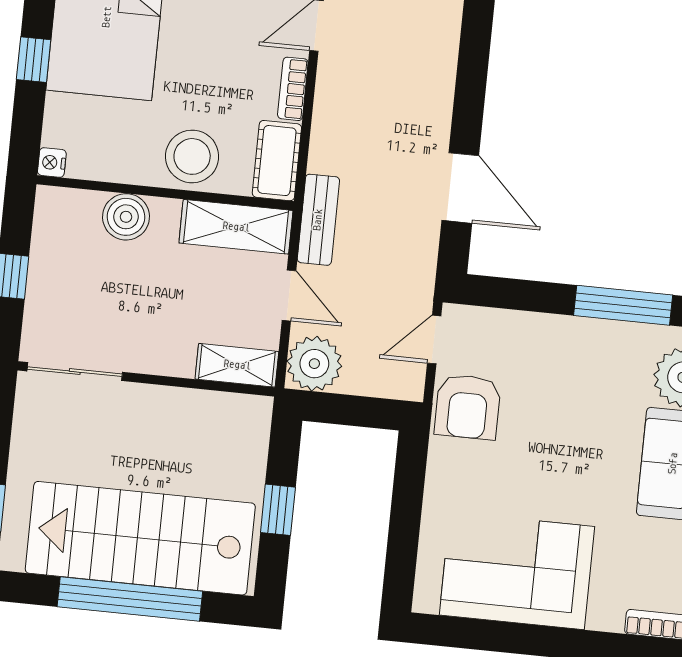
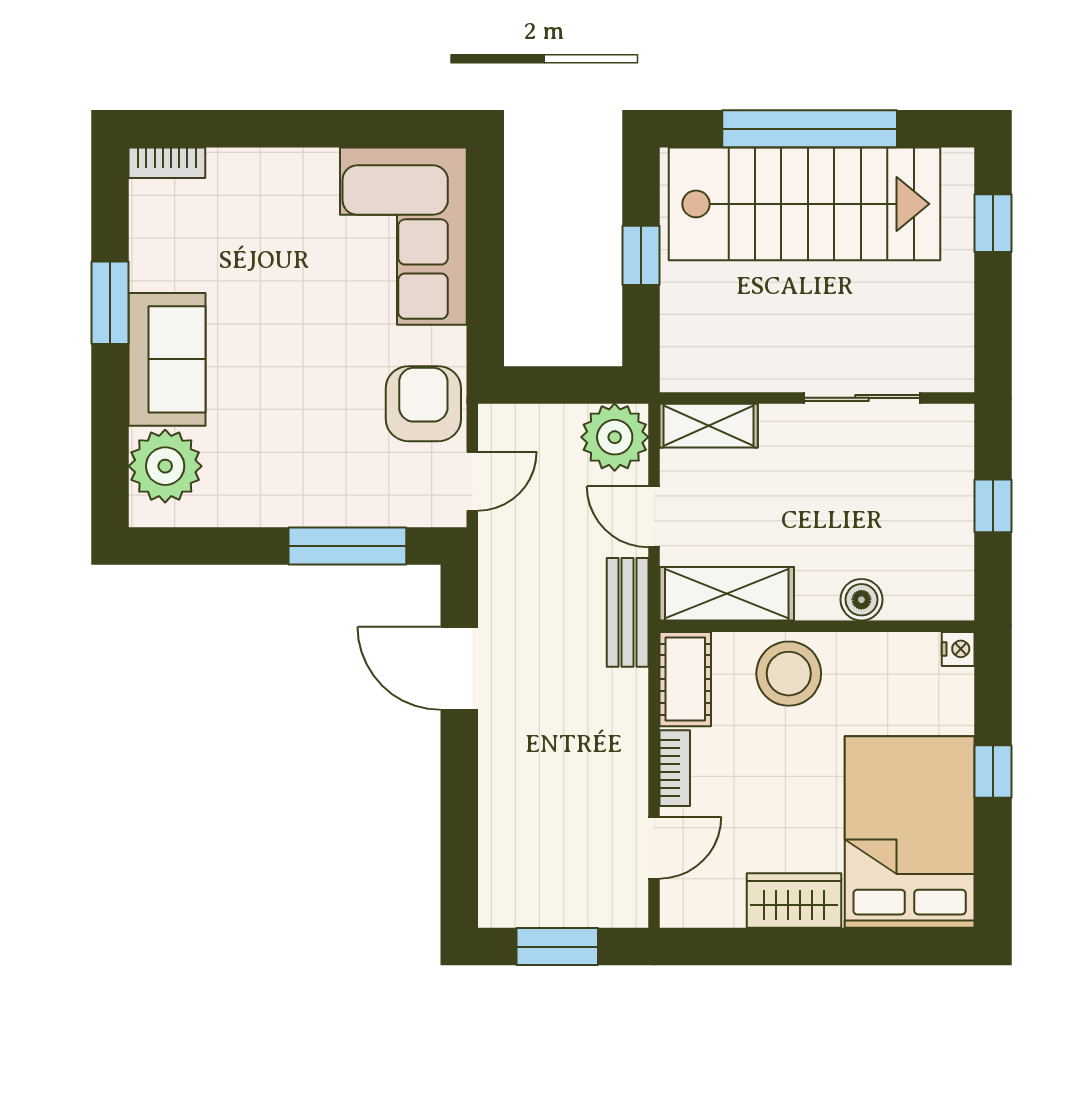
boiler: (126, 217) -> (861, 600), width x0.73, depth x0.73
window: (623, 305) -> (347, 546), moved
sliding door: (75, 372) -> (862, 398), moved
corner sofa: (517, 571) -> (403, 236), moved, turned 90

